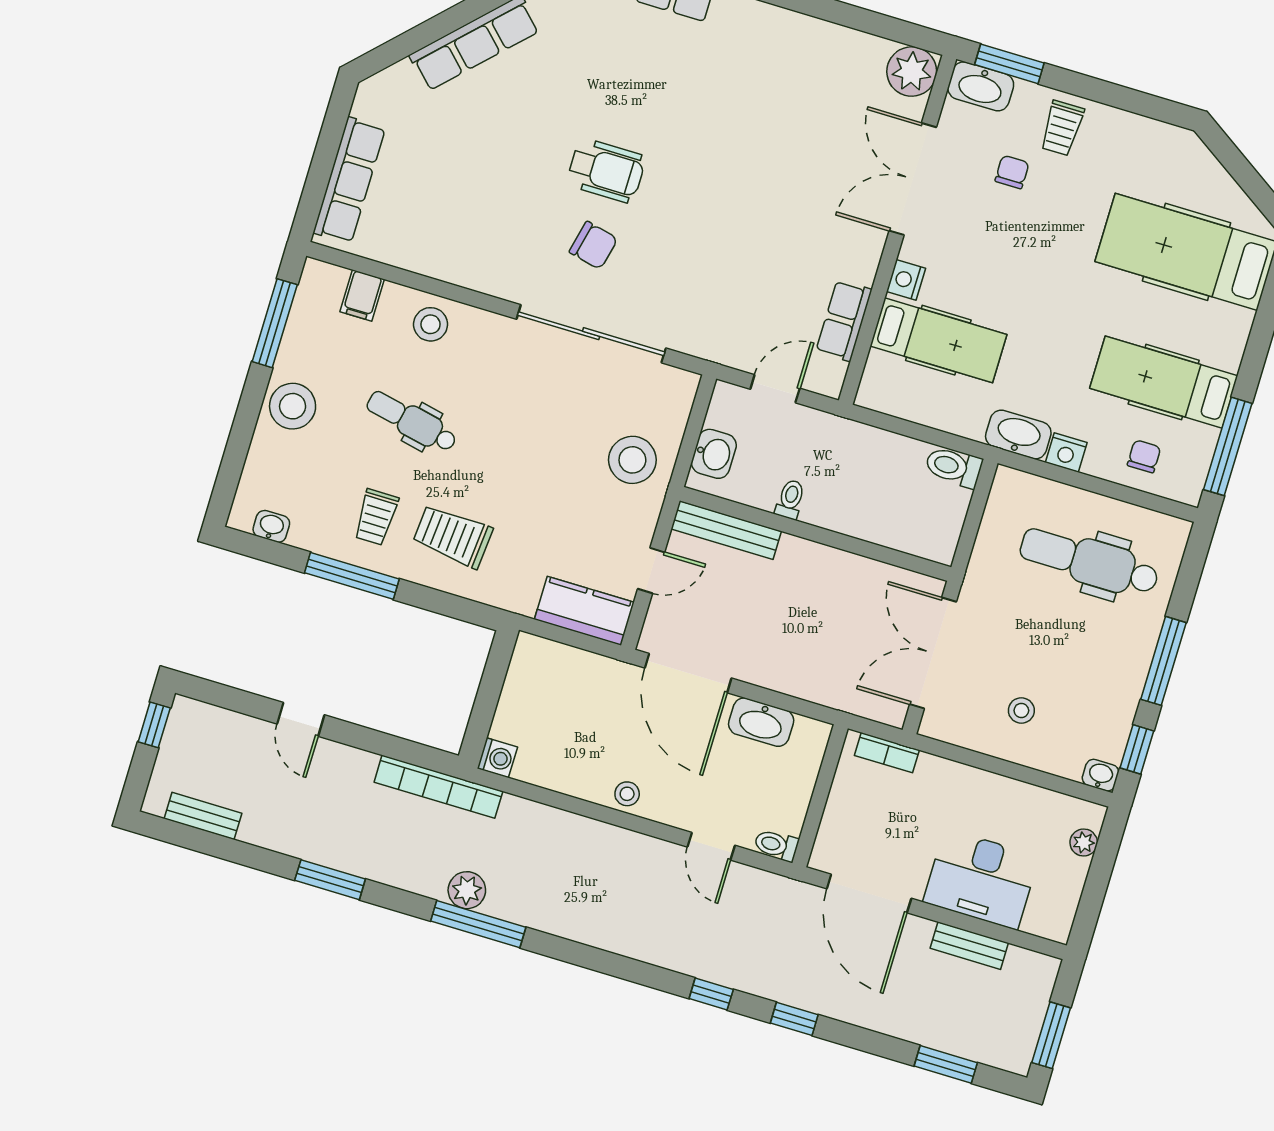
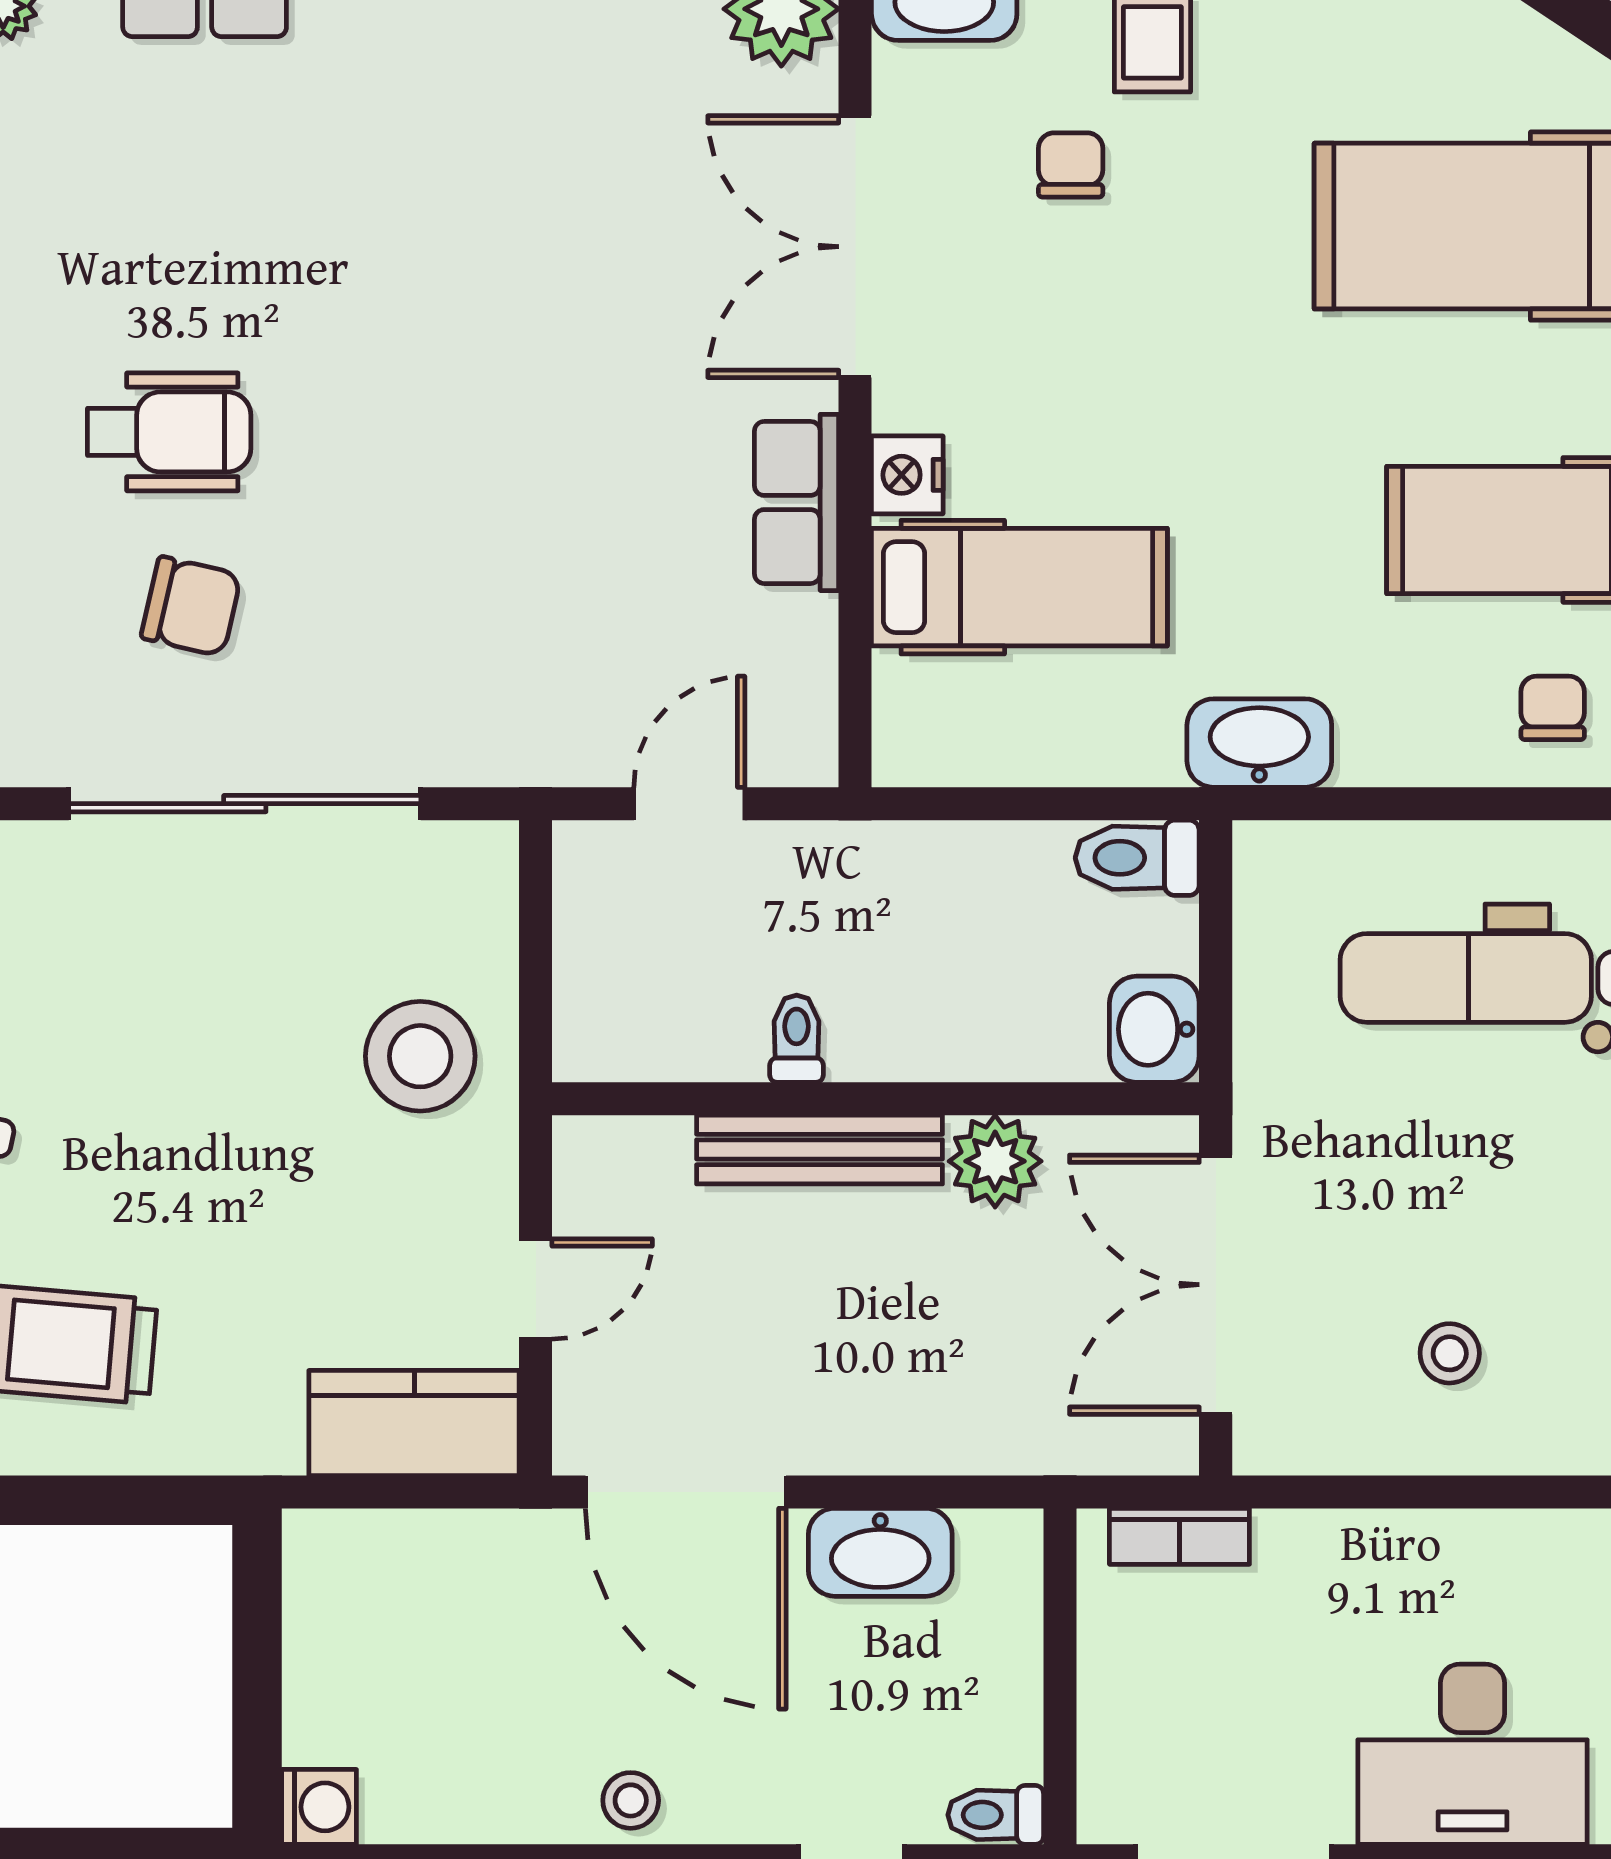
row of seats: (844, 320) -> (797, 502), moved
nightstand: (1066, 452) -> (1378, 751), removed
washbasin: (714, 454) -> (1154, 1029), moved, turned 180
bench: (726, 530) -> (820, 1149), moved
plant: (857, 575) -> (995, 1161), added

